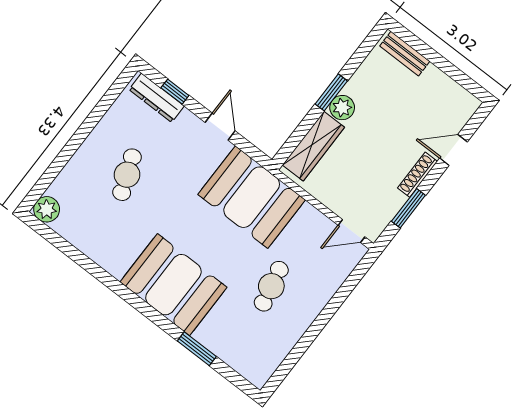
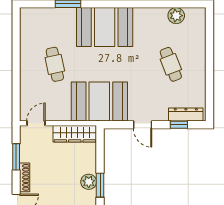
wardrobe: (313, 146) -> (75, 134), moved, turned -90
plant: (47, 209) -> (176, 16), moved

